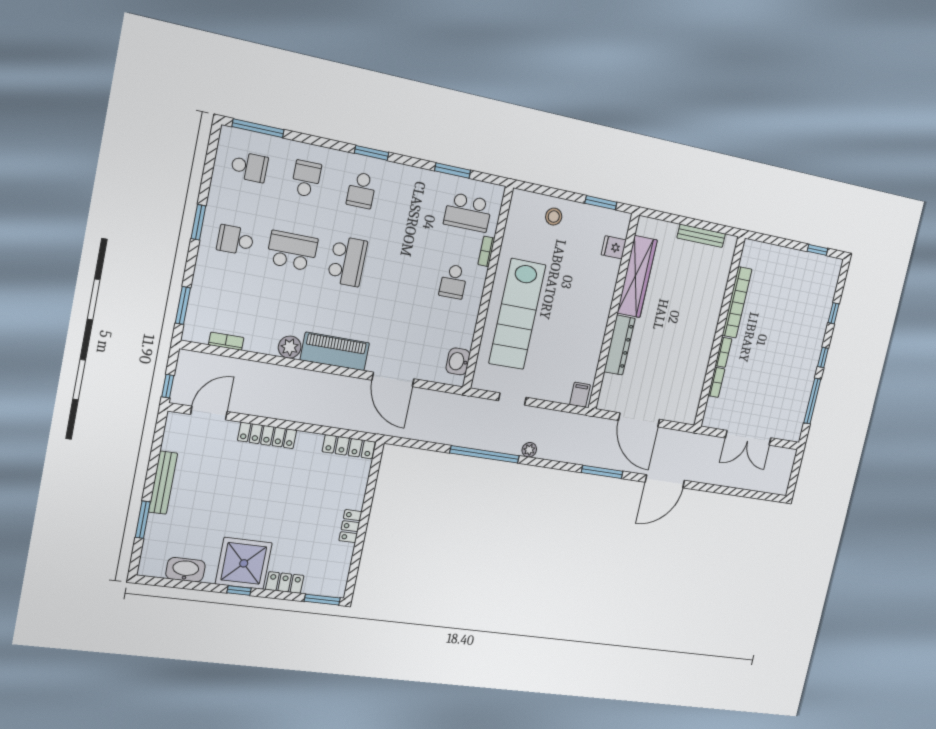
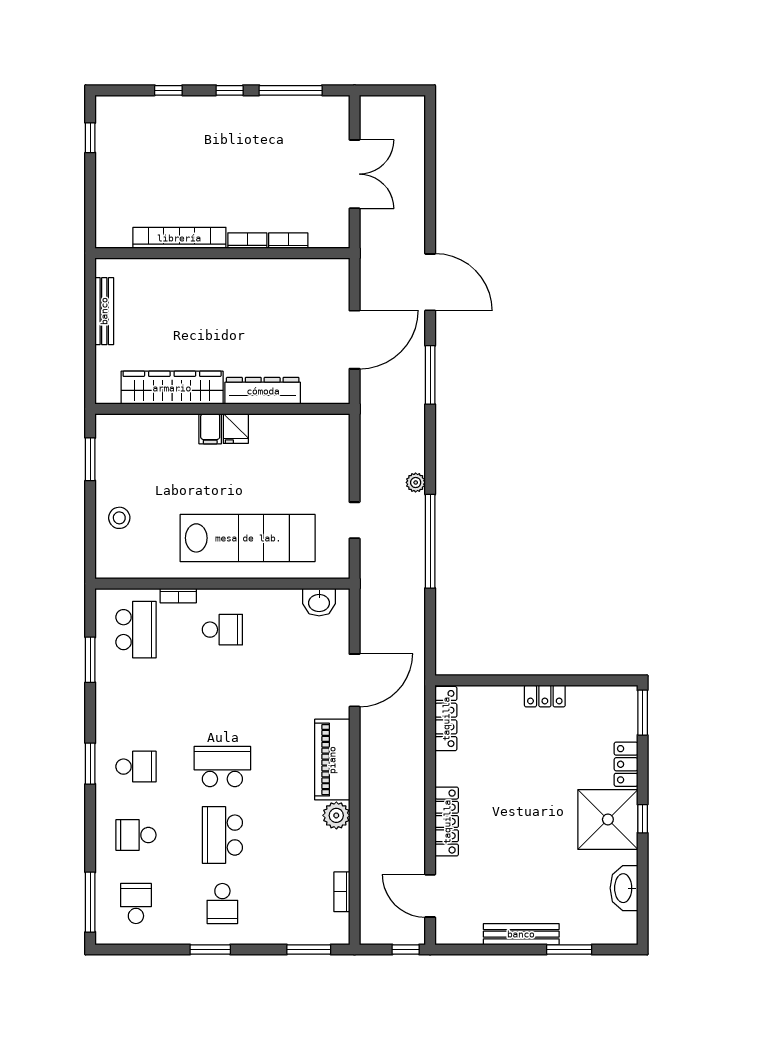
fridge: (614, 247) -> (236, 429), moved
filing cabinet: (580, 395) -> (210, 429), moved, turned -90

